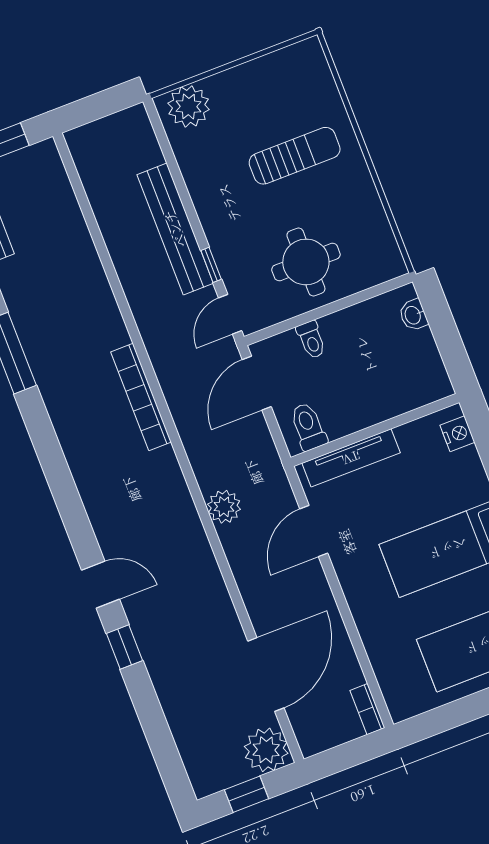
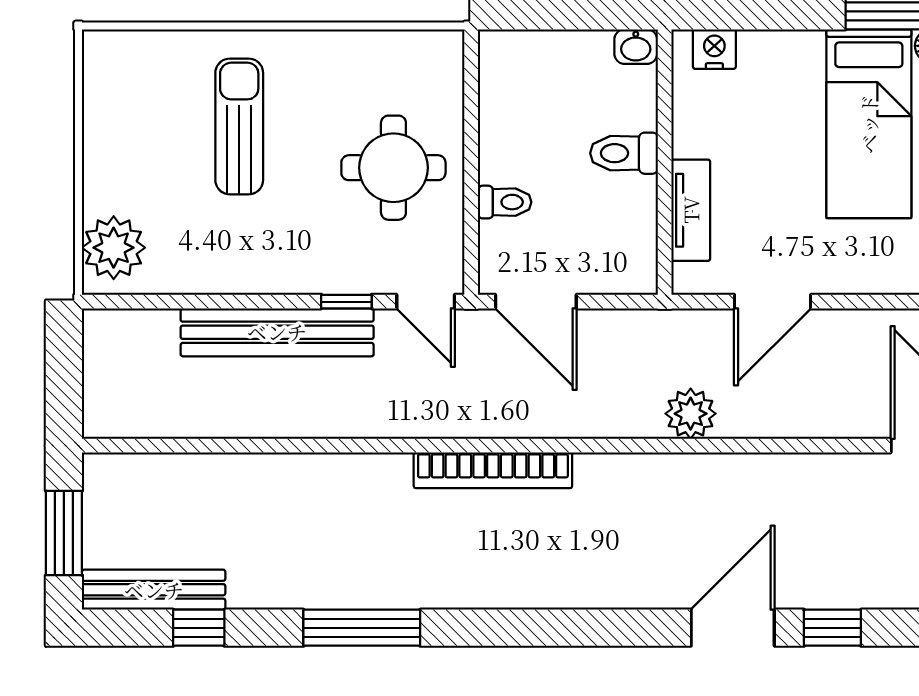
washbasin: (413, 315) -> (636, 47), moved
toilet: (308, 427) -> (624, 153), moved
tv unit: (351, 458) -> (691, 210), width x0.71
door: (314, 531) -> (773, 302), hinge flipped
door: (100, 585) -> (733, 628), width x1.38

